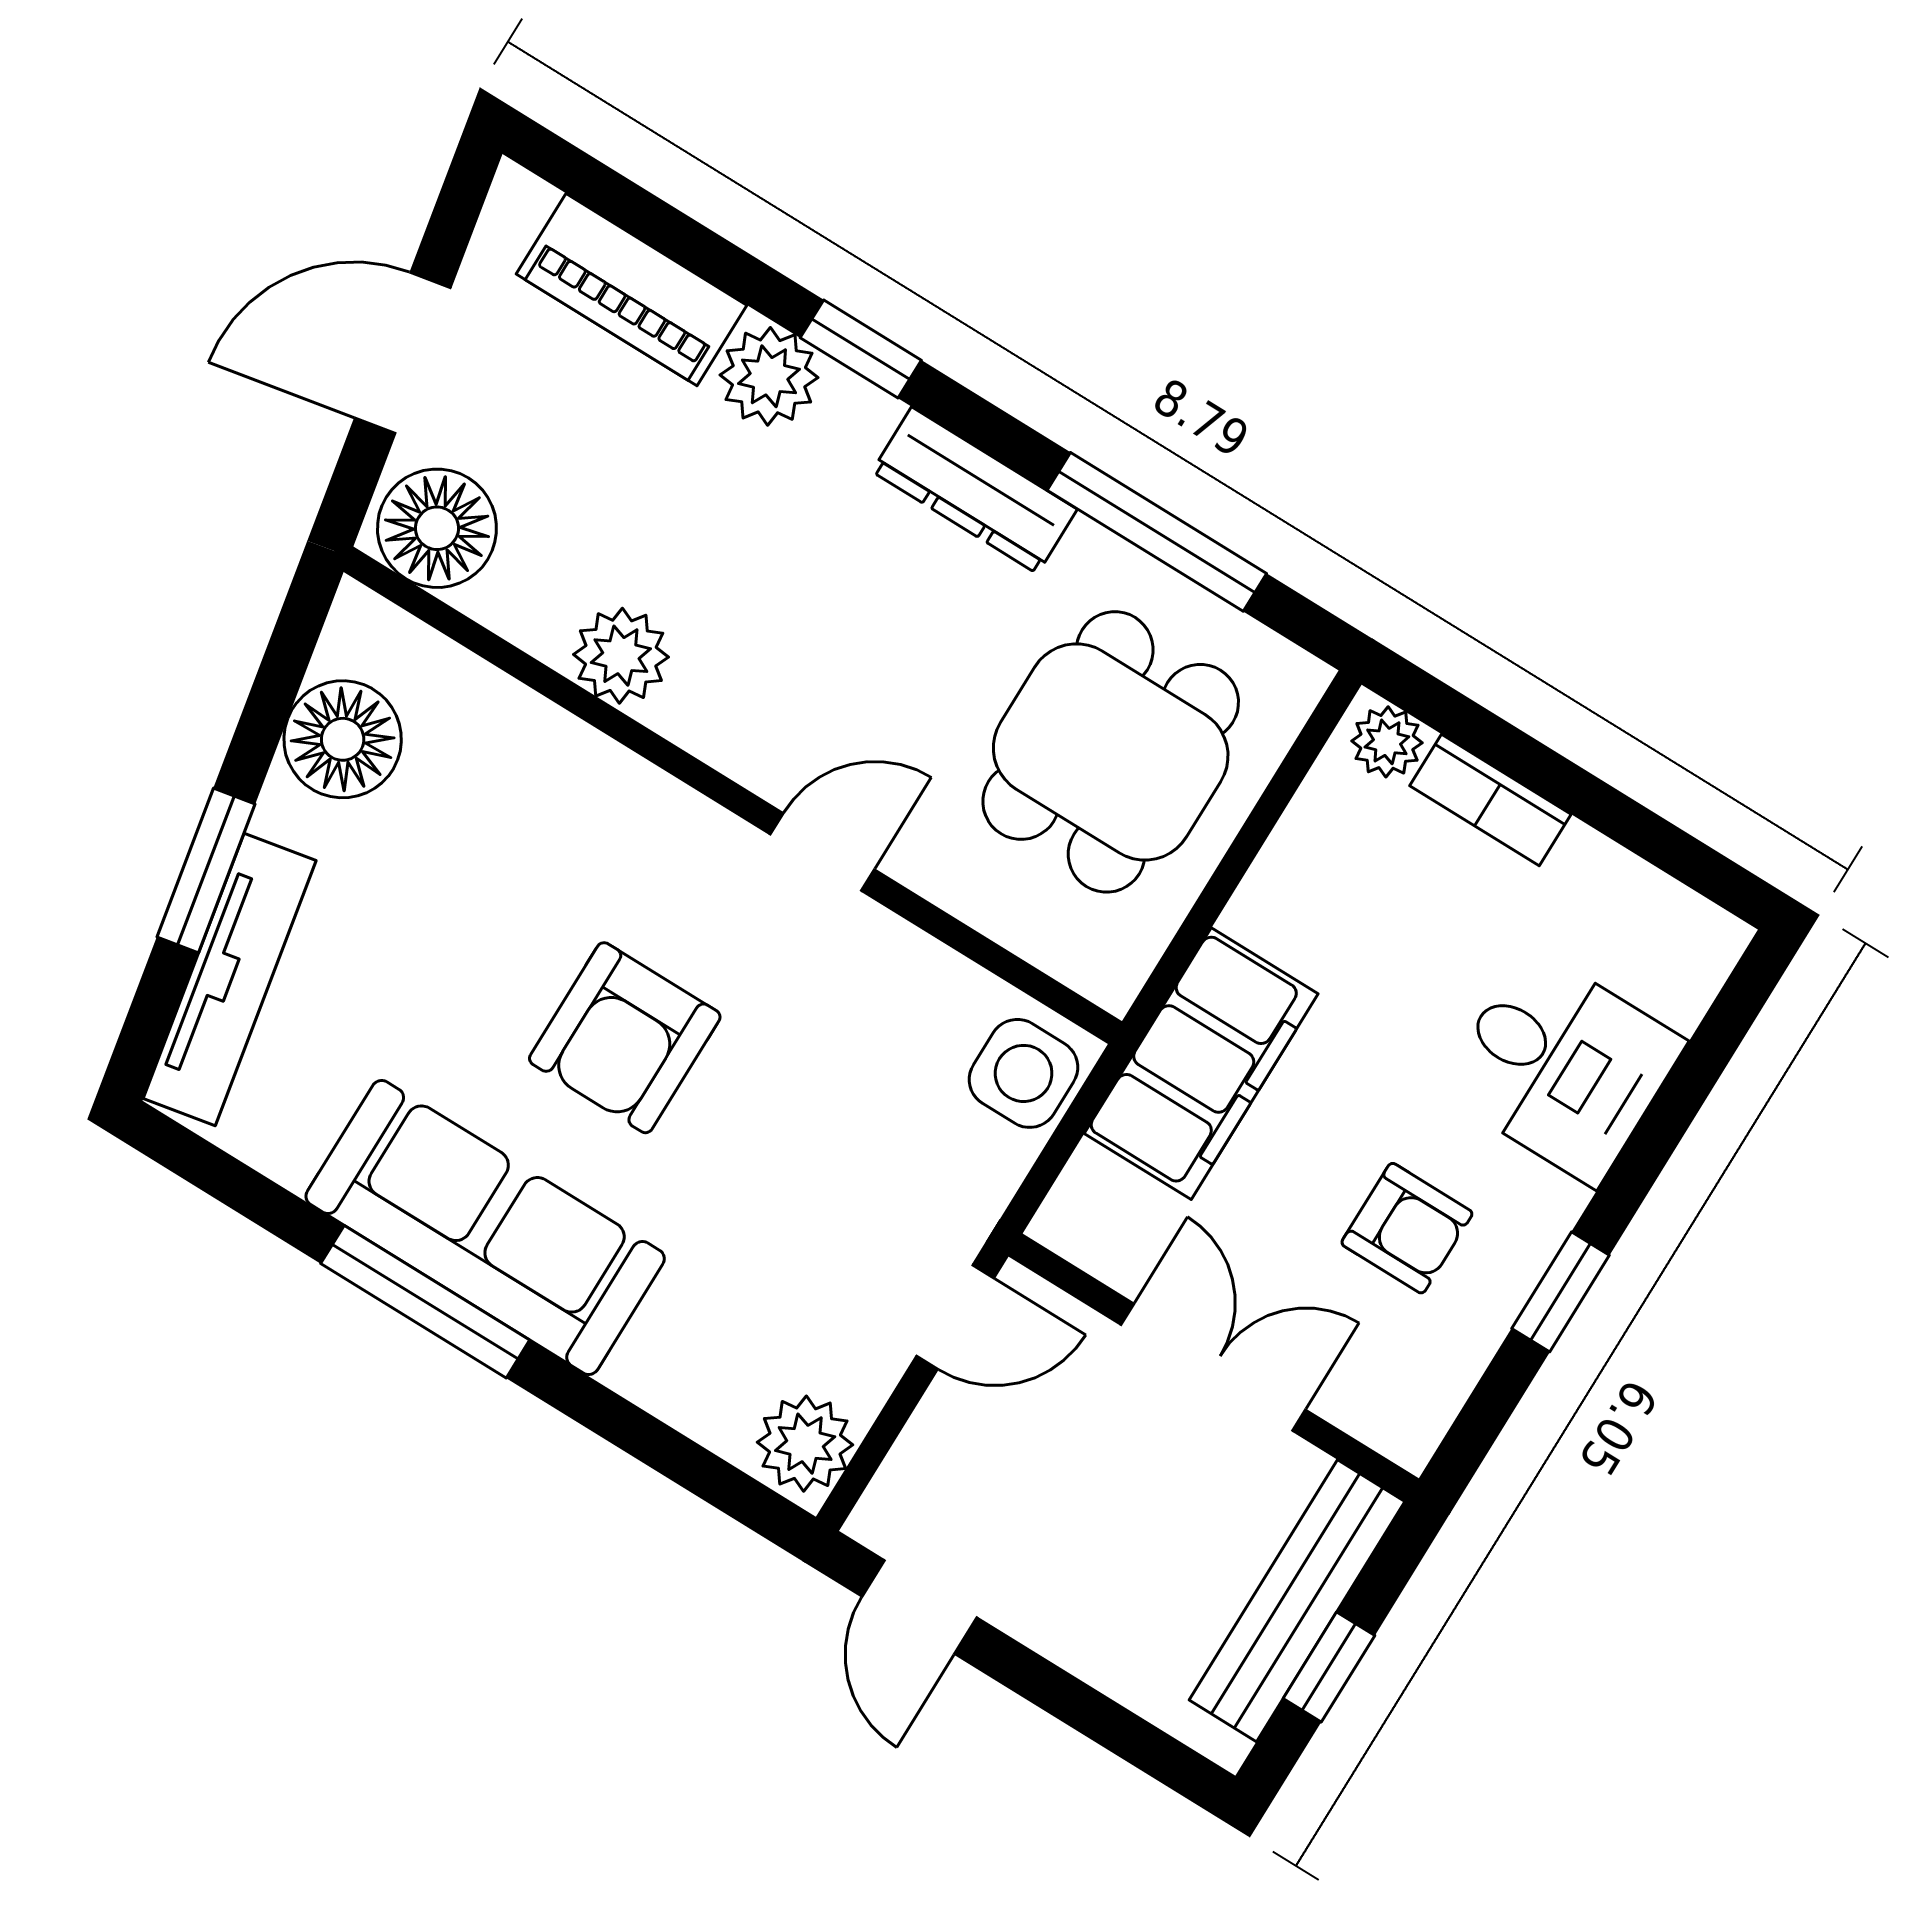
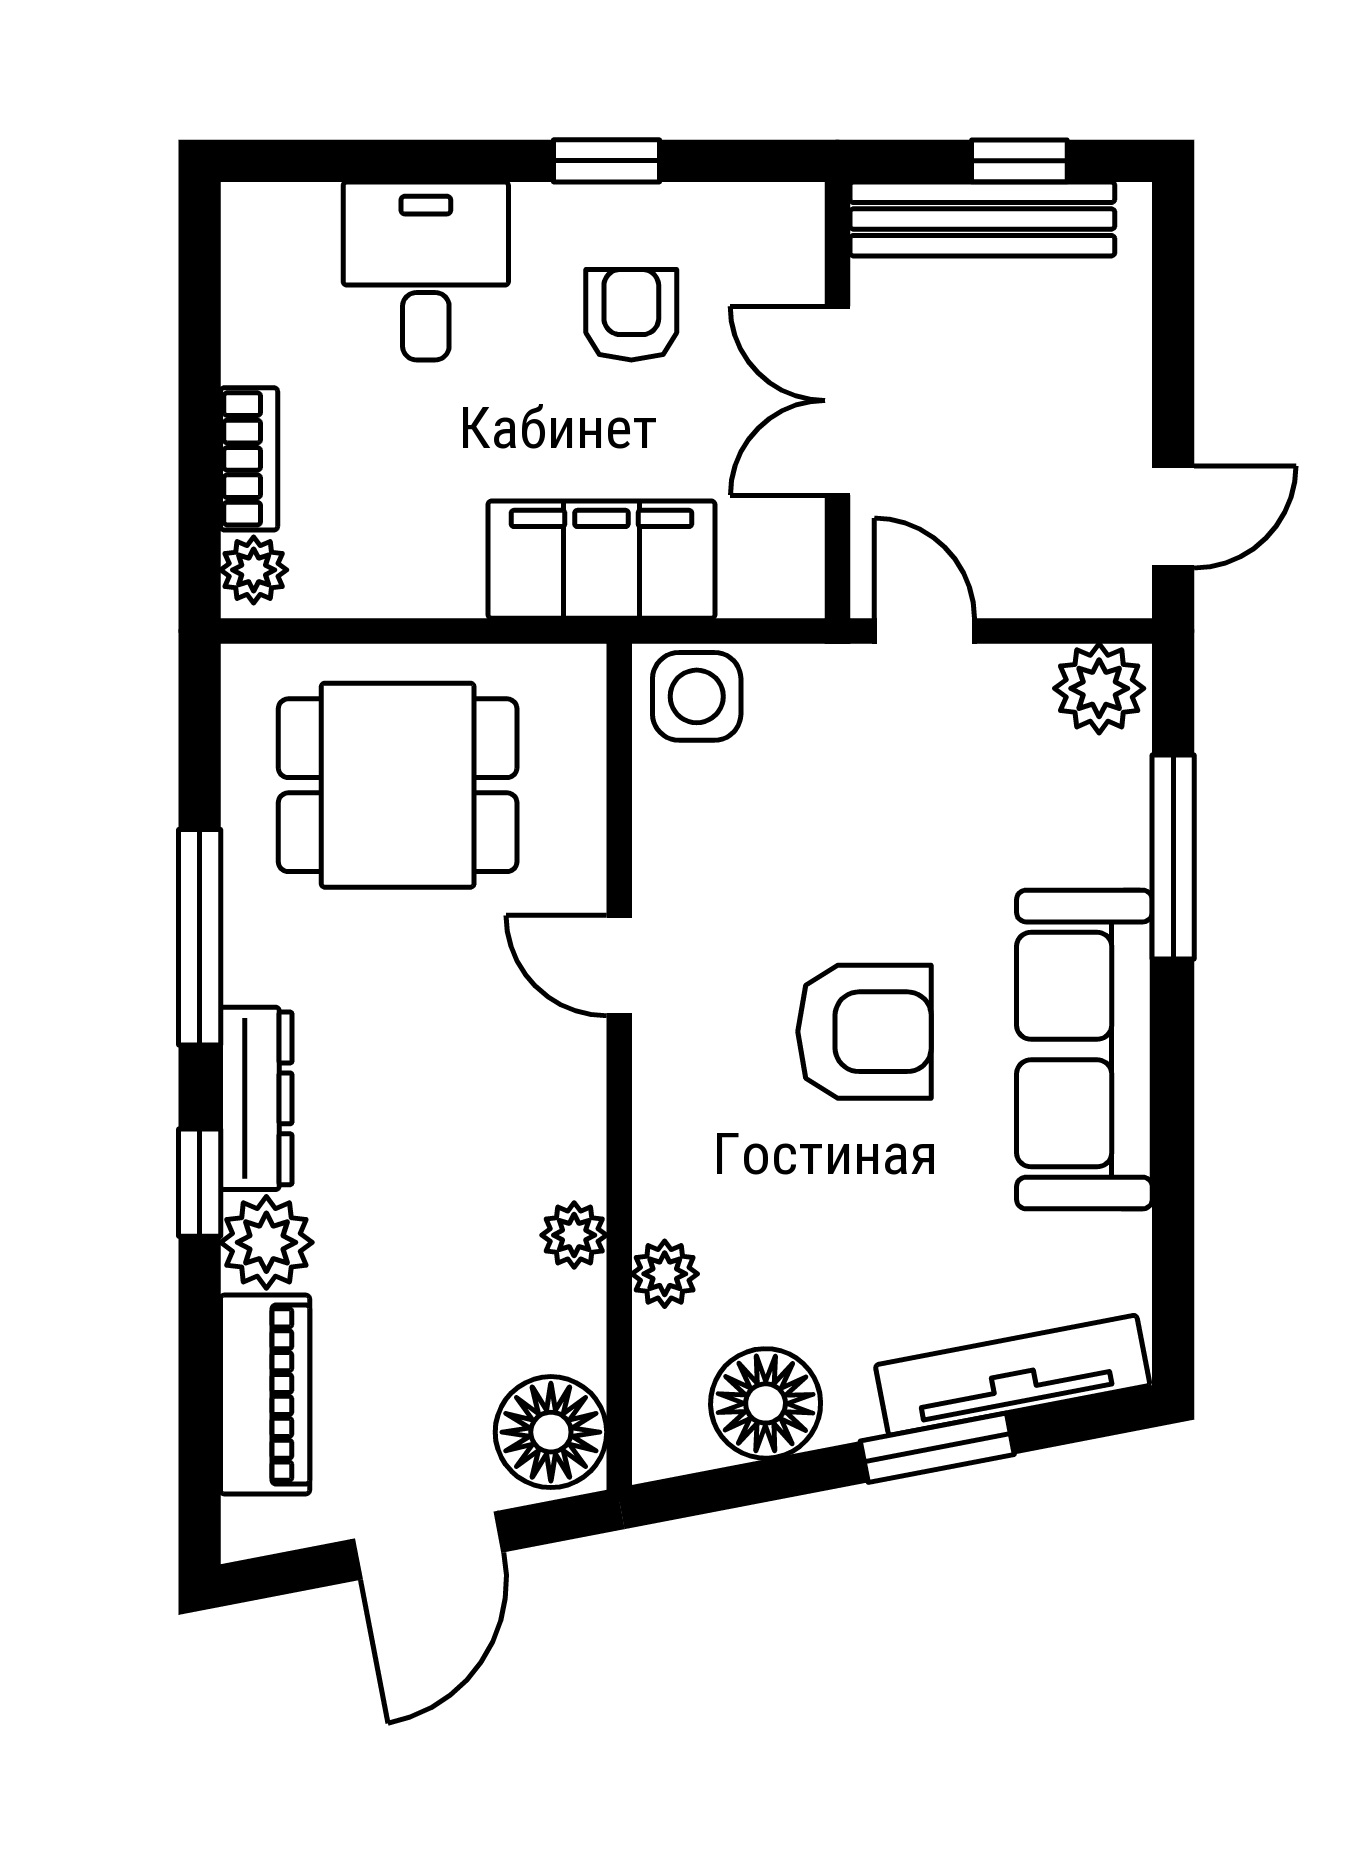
door: (403, 353) -> (428, 1546), hinge flipped
dresser: (975, 490) -> (256, 1098), moved
window: (1157, 532) -> (200, 937), moved
plant: (621, 656) -> (574, 1235), width x0.73, depth x0.73
plant: (517, 720) -> (665, 1274), added
window: (425, 1302) -> (1173, 857), moved

